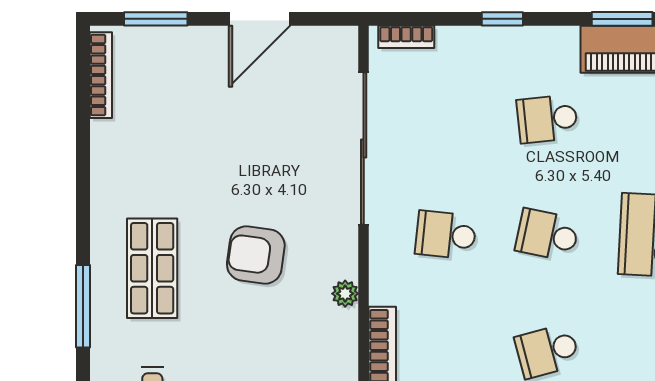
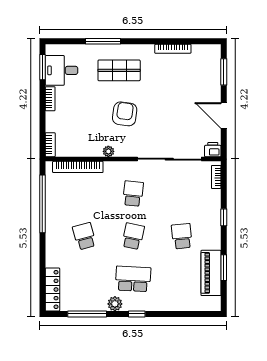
printer: (341, 45) -> (213, 150), added
bookcase: (101, 75) -> (173, 49), moved

